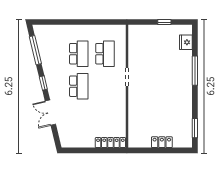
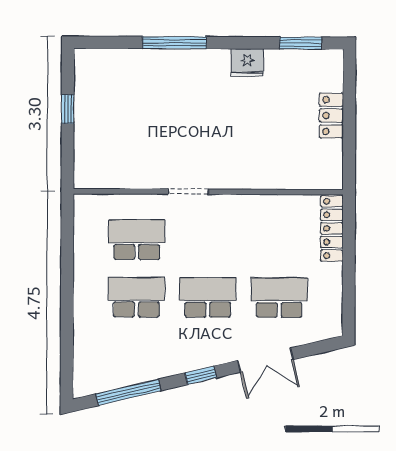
fridge: (186, 42) -> (247, 62), moved
school desk: (79, 119) -> (279, 298), added

